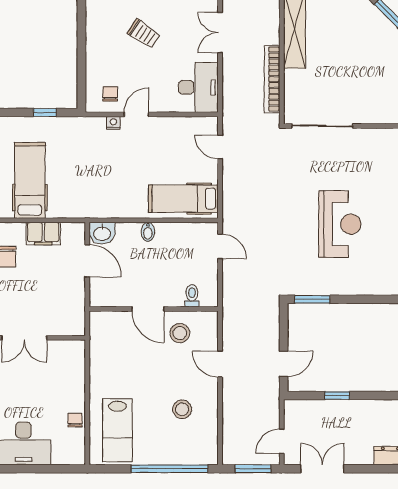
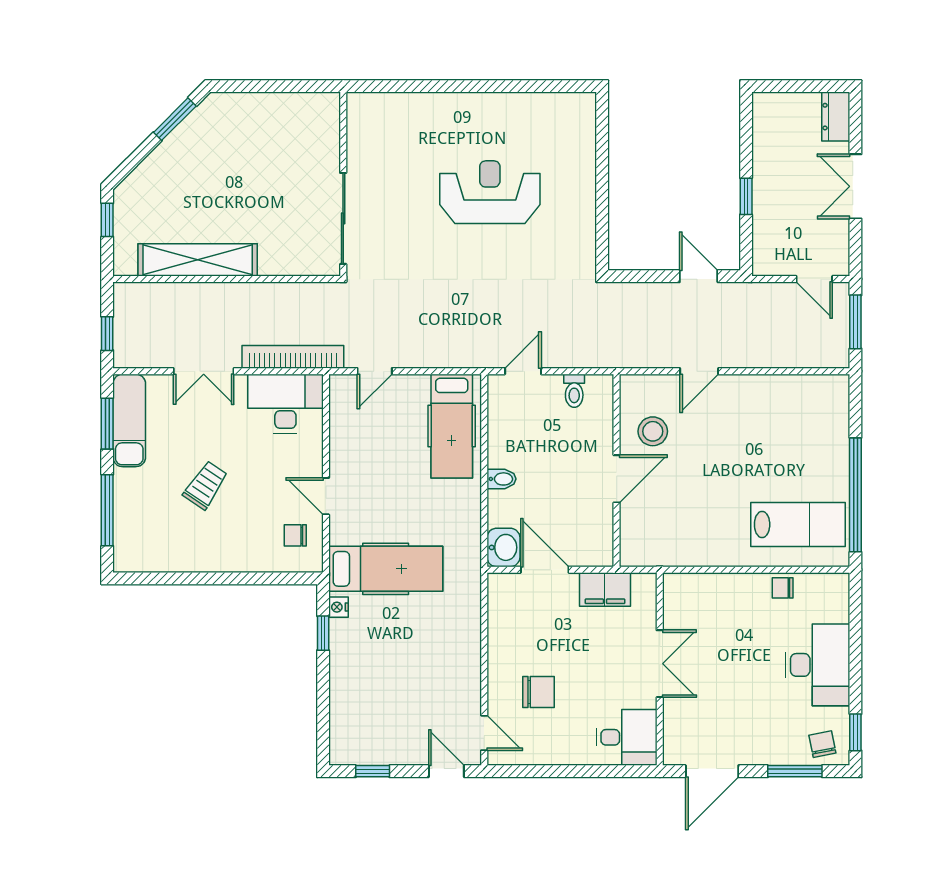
bookcase: (272, 79) -> (293, 357), moved, turned 180
nightstand: (113, 123) -> (338, 607), moved
hospital bed: (30, 180) -> (386, 569), moved, turned 180
filing cabinet: (43, 234) -> (605, 589), moved, turned 90
door: (87, 261) -> (545, 570), hinge flipped
toilet: (192, 296) -> (574, 391), moved, turned -90
window: (312, 299) -> (602, 233), removed
stool: (182, 409) -> (766, 428), removed
window: (169, 469) -> (855, 495), moved
double door: (322, 469) -> (855, 186), moved

